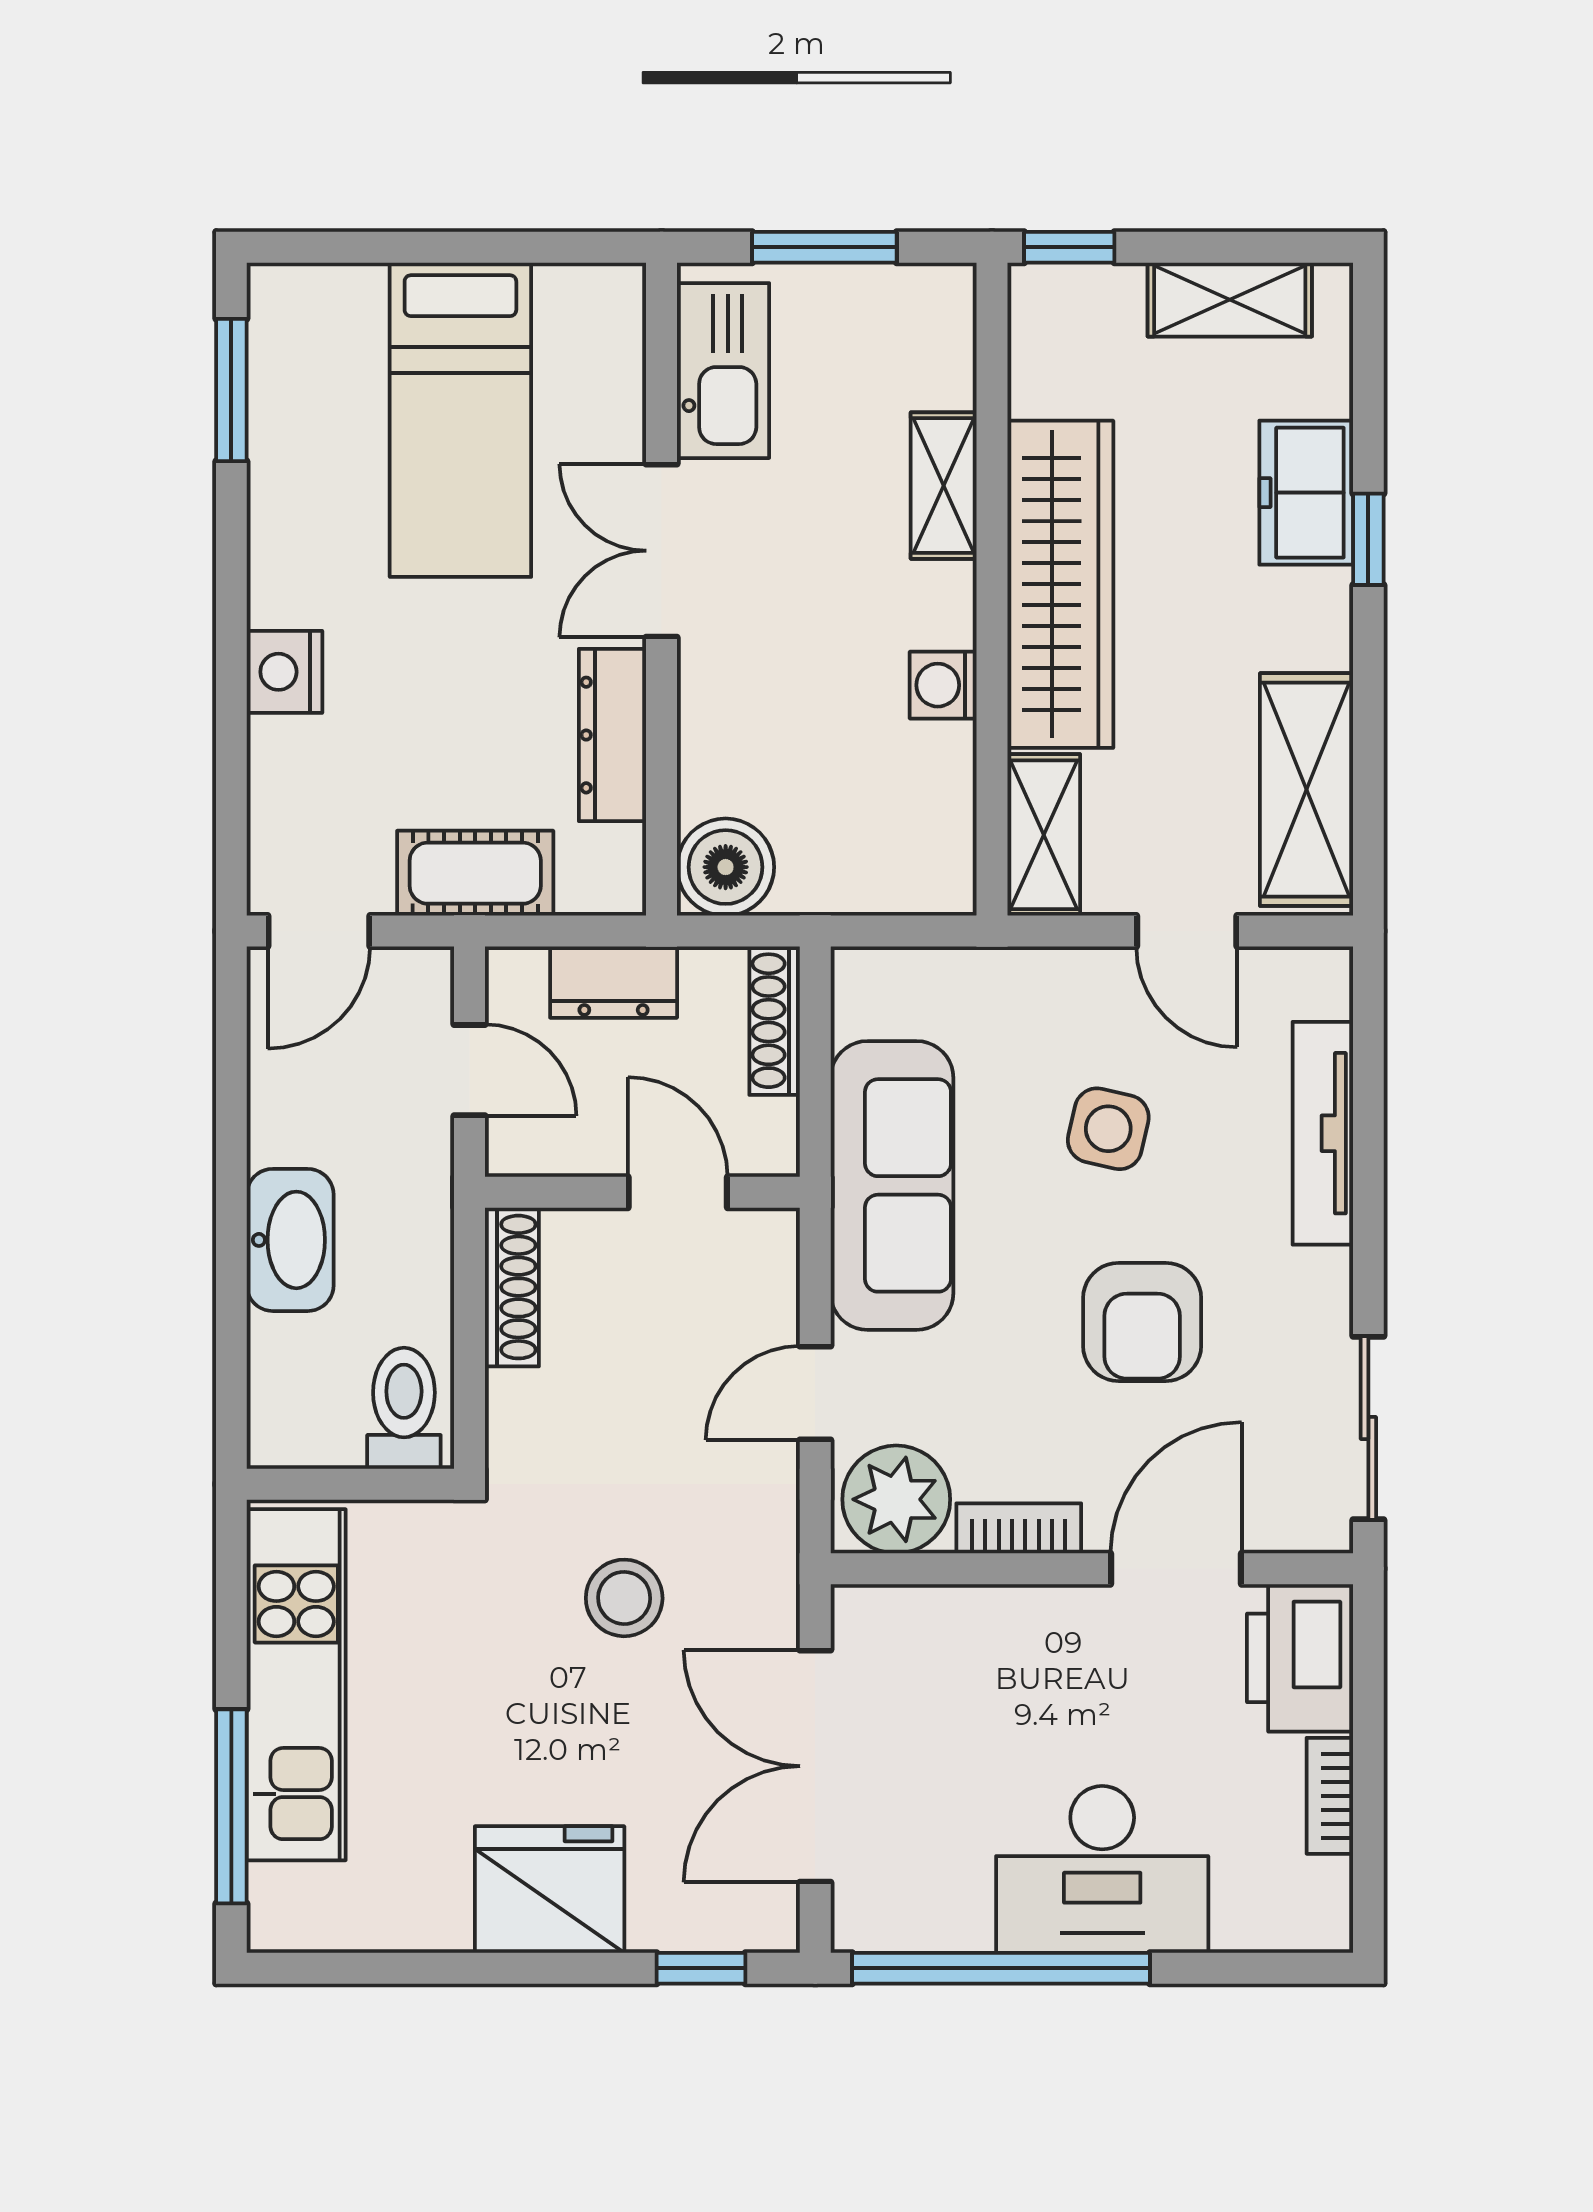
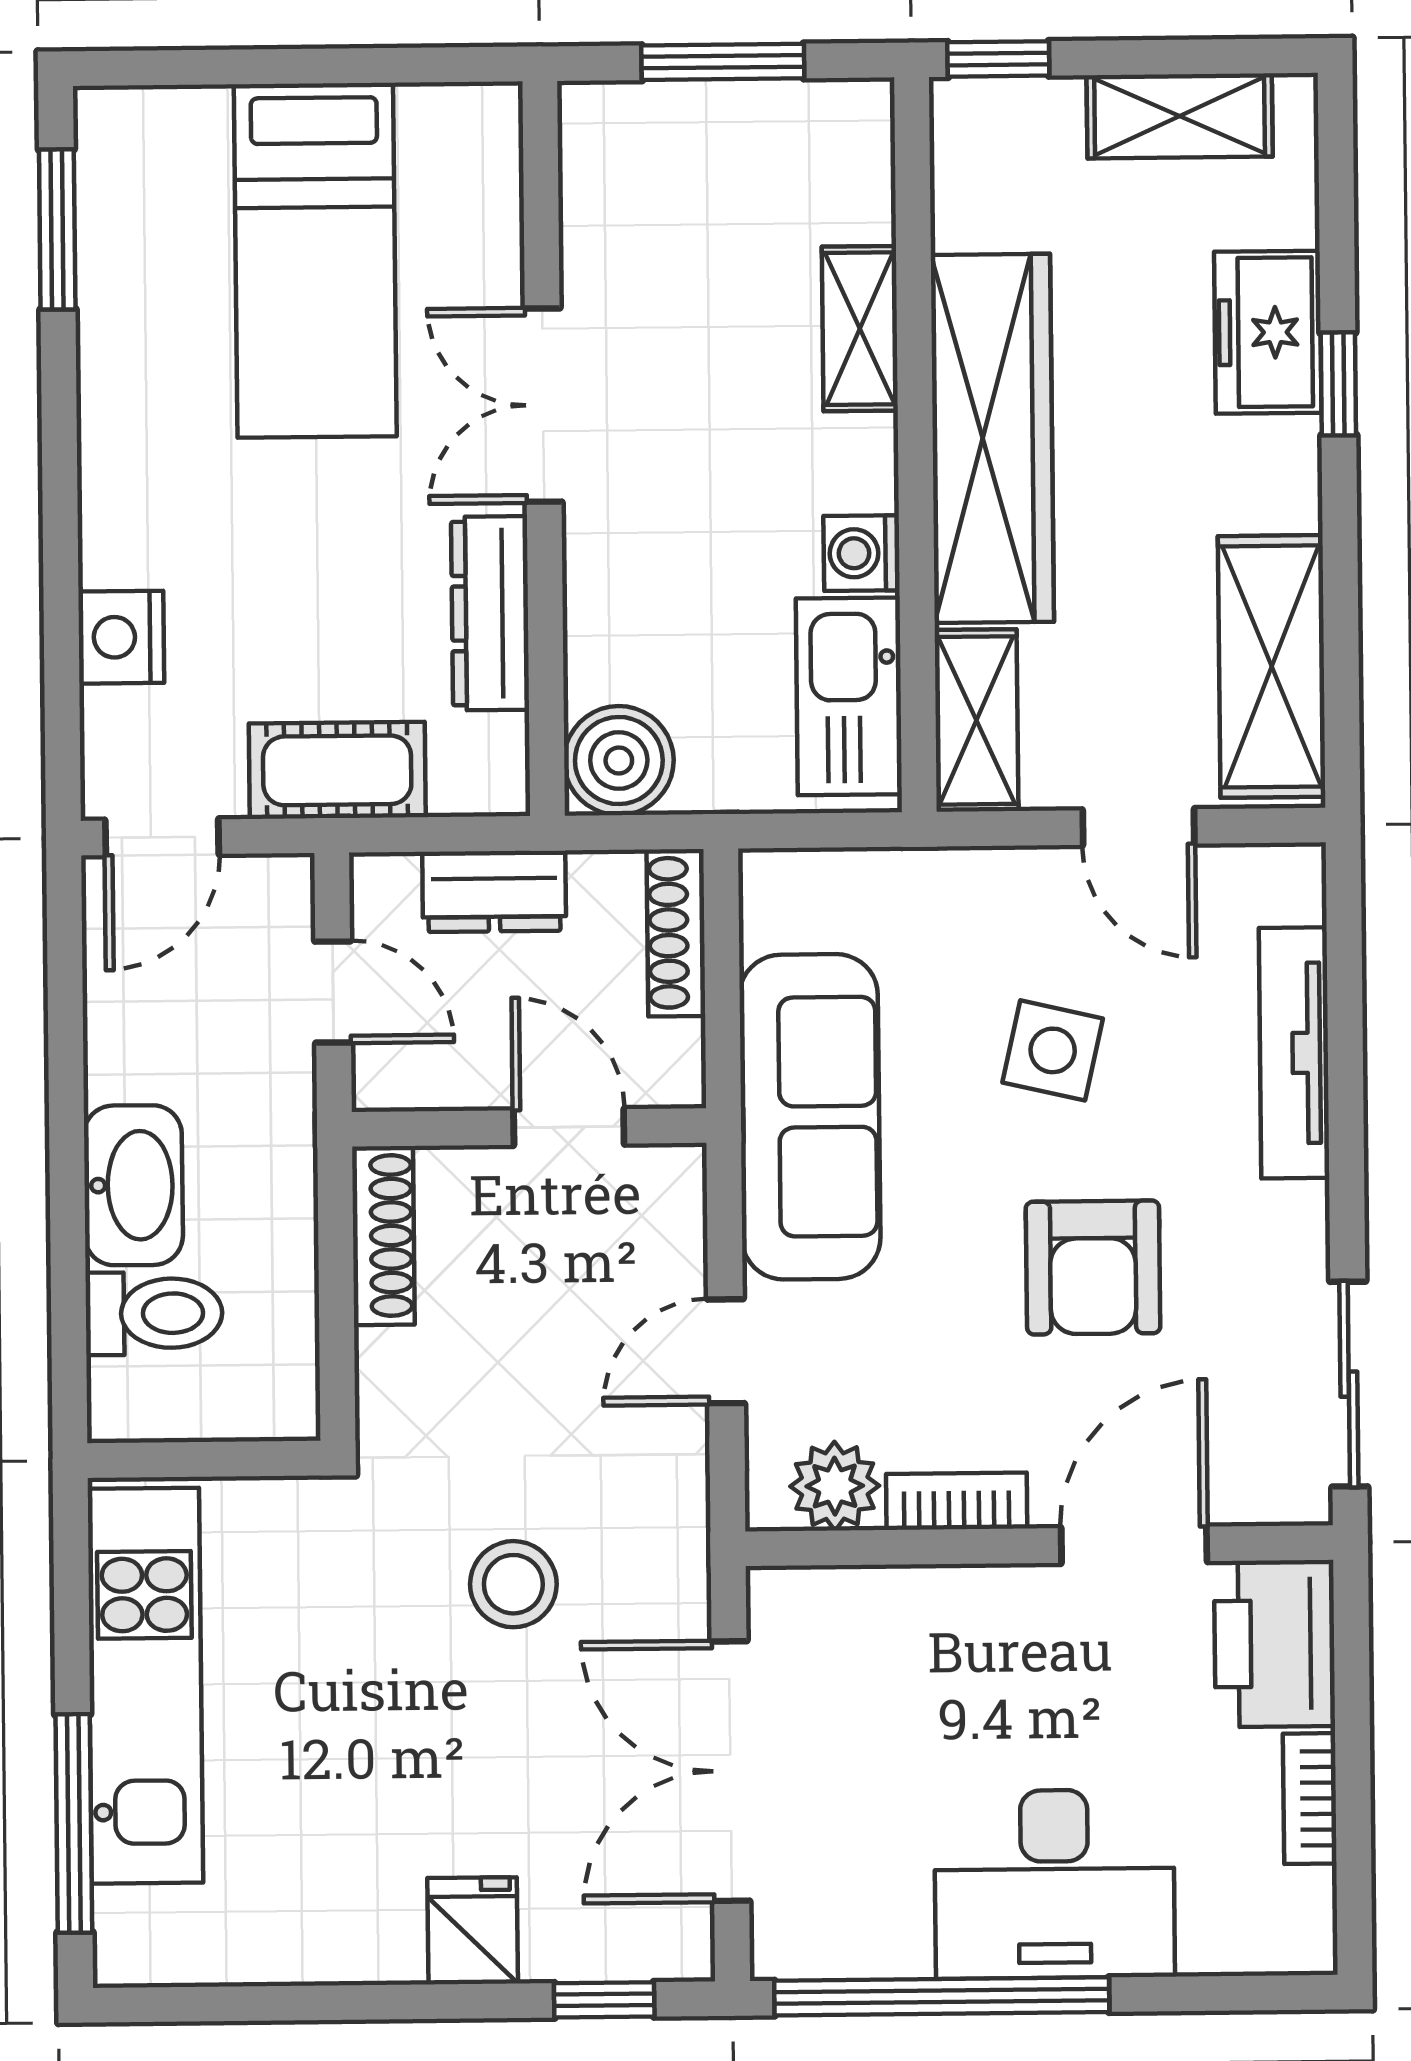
kitchen sink: (723, 371) -> (849, 696), moved, turned 180
nightstand: (285, 672) -> (121, 637), moved
toilet: (404, 1408) -> (154, 1313), moved, turned 90
plant: (896, 1499) -> (835, 1486), width x0.73, depth x0.73
fridge: (550, 1889) -> (473, 1931), width x0.53, depth x0.75

